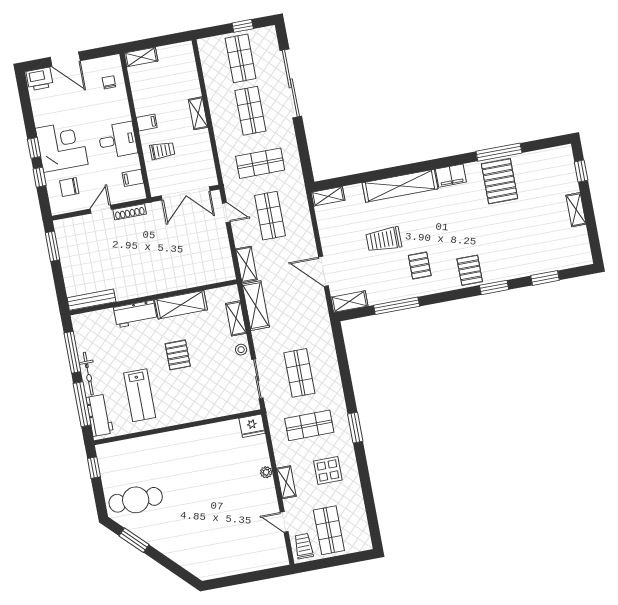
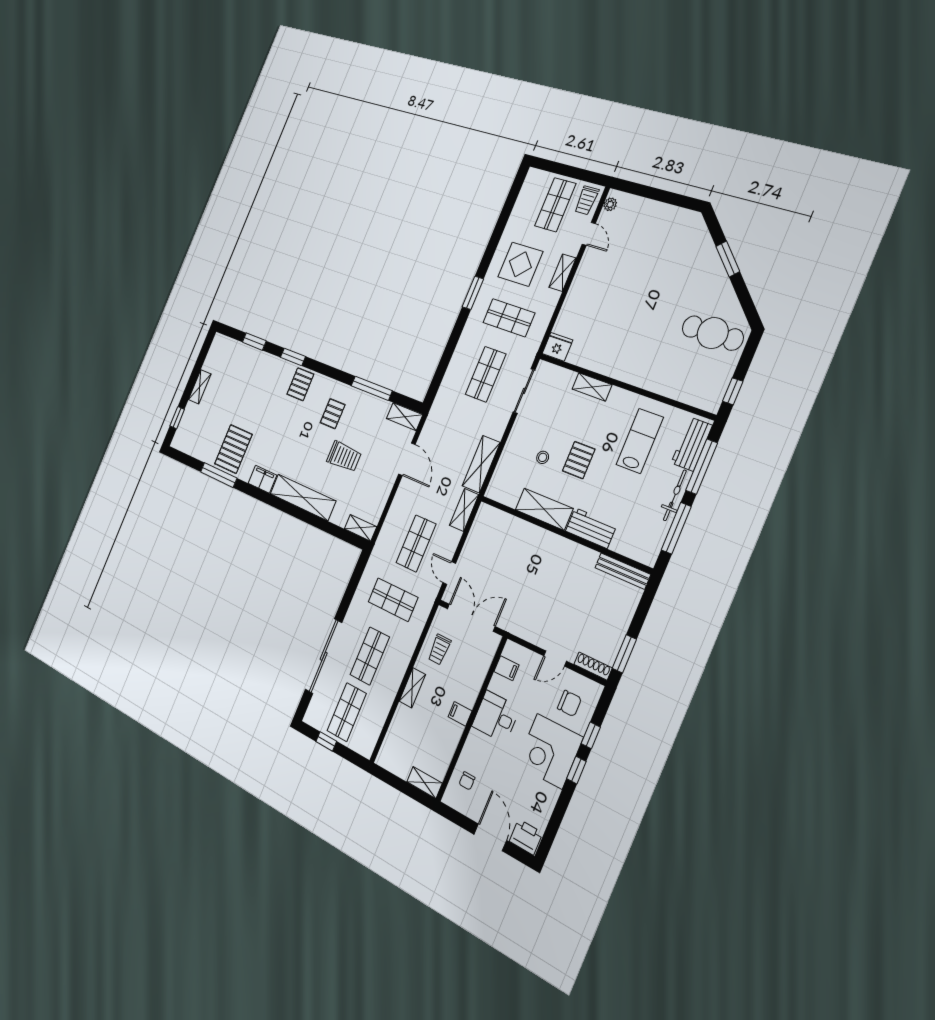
trolley: (162, 151) -> (439, 649), moved, turned -90
shoe rack: (130, 212) -> (593, 666), moved
shelving: (236, 318) -> (592, 387), moved, turned 90
stool: (241, 350) -> (543, 457), moved
display table: (328, 470) -> (520, 264), width x1.36, depth x1.36
plant: (266, 472) -> (610, 204), moved
window: (134, 540) -> (728, 259), moved

